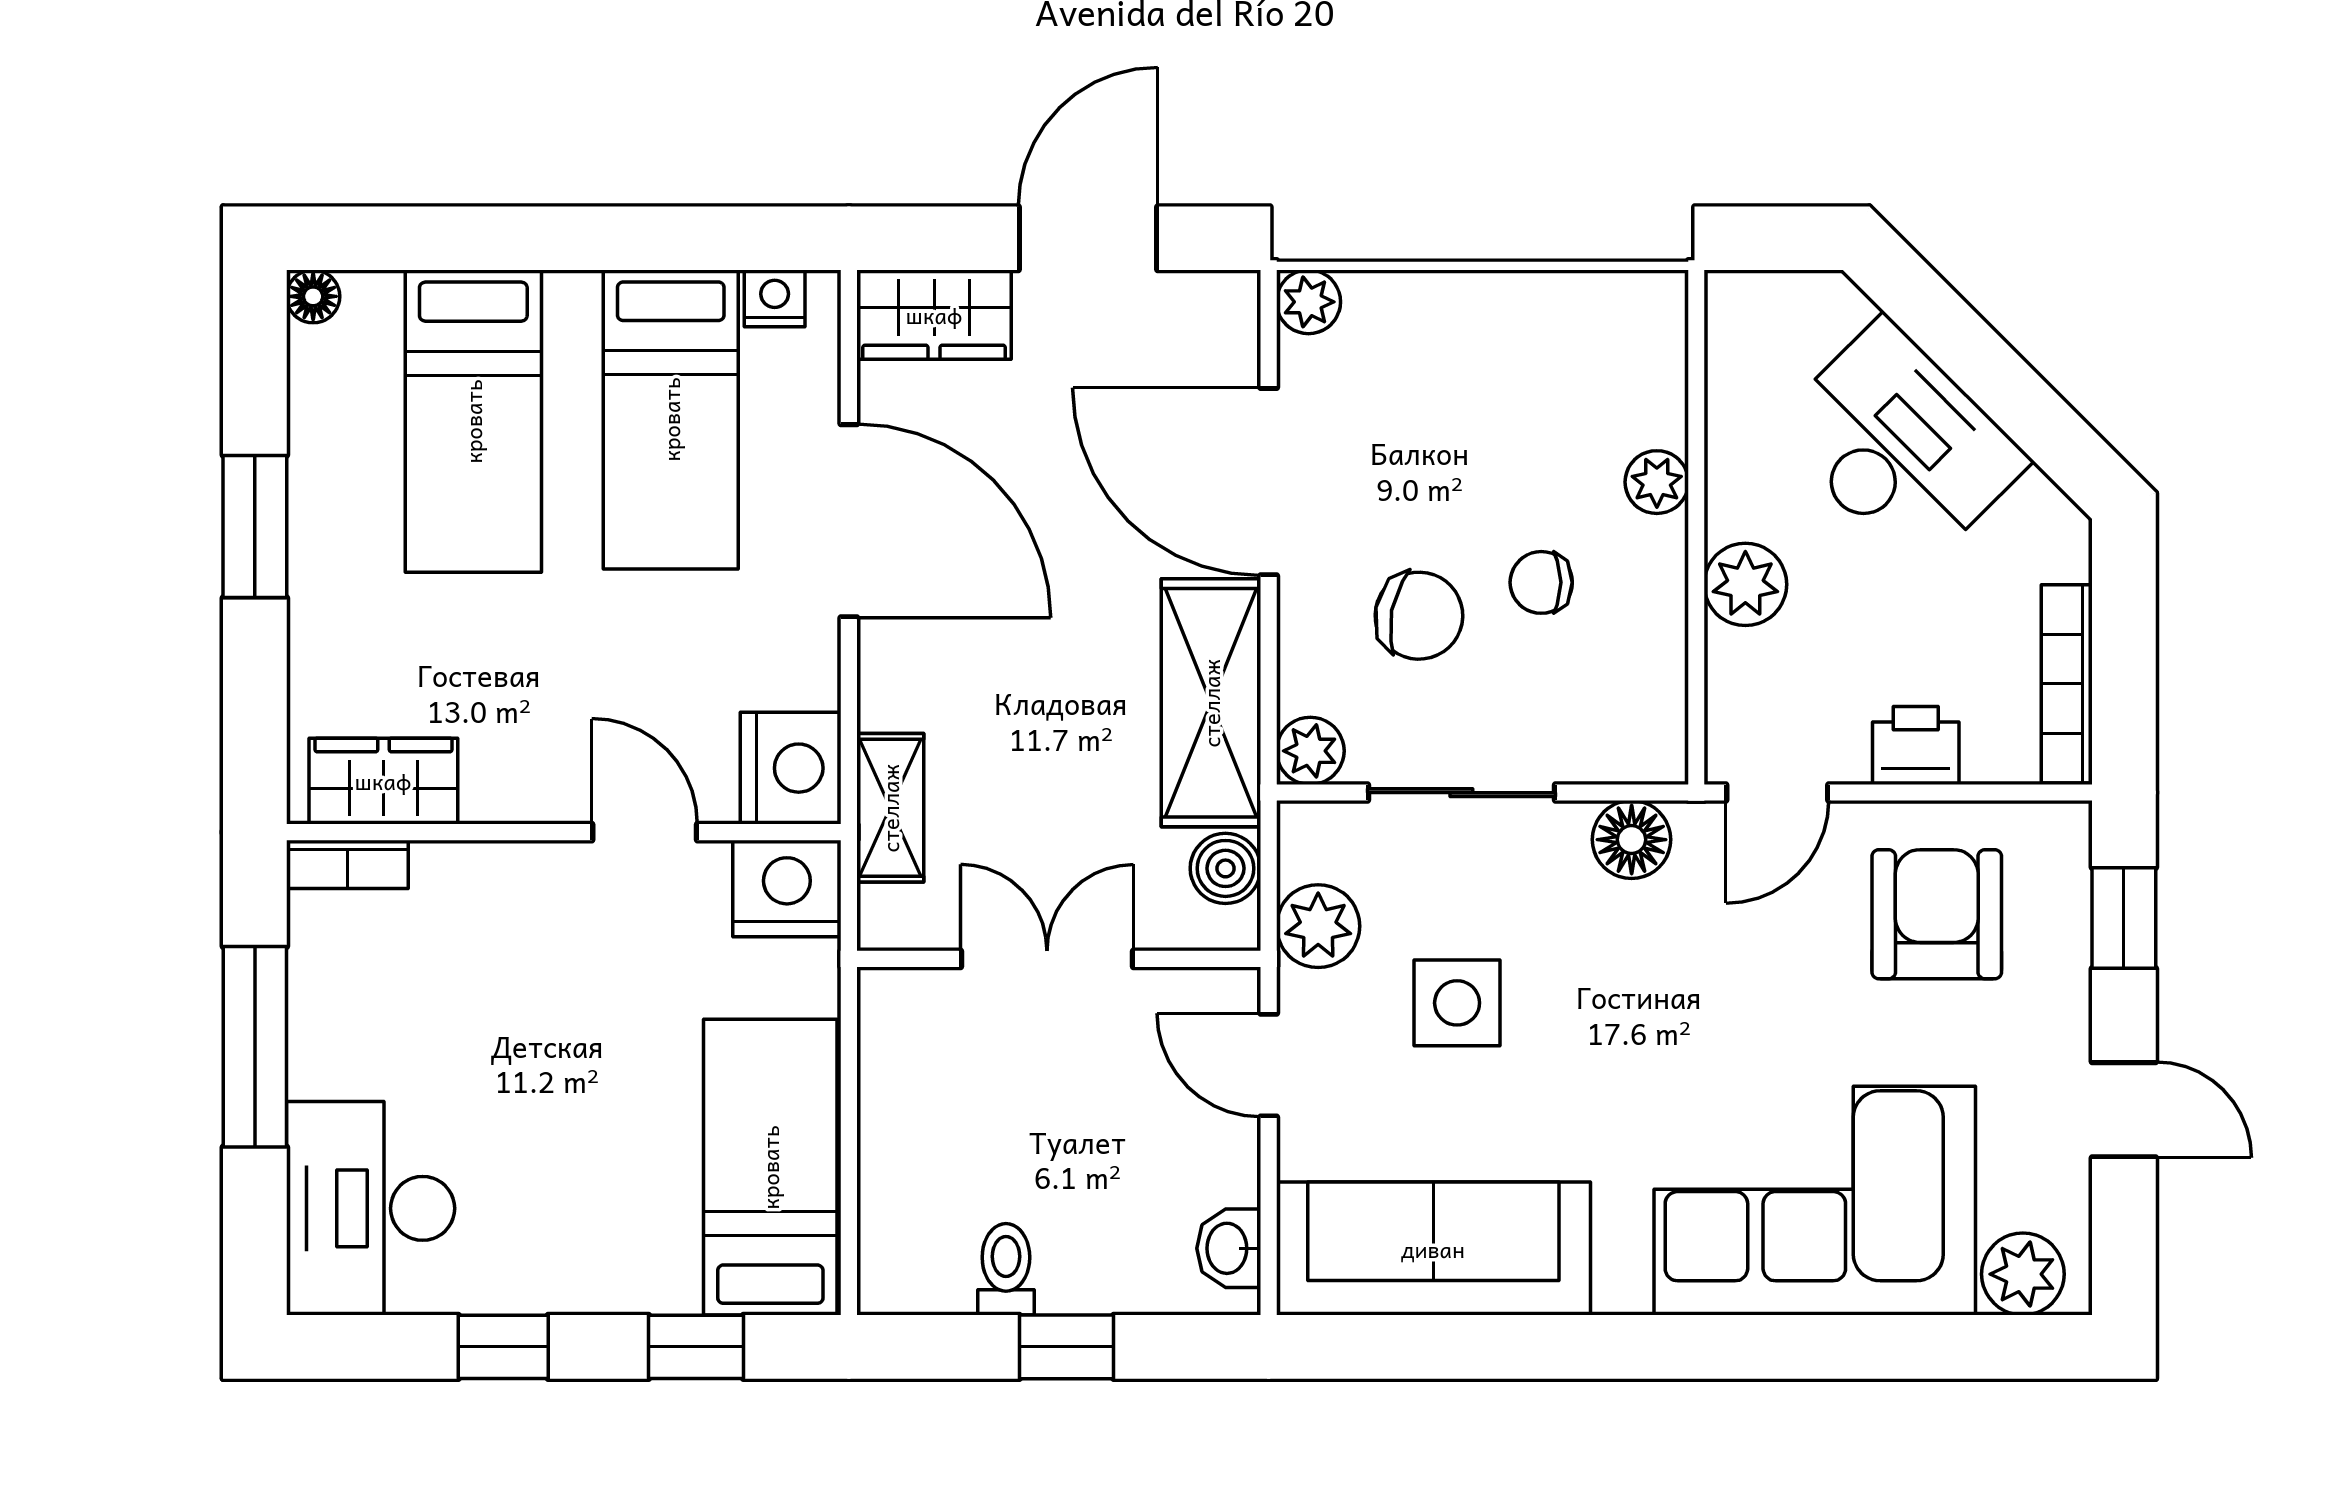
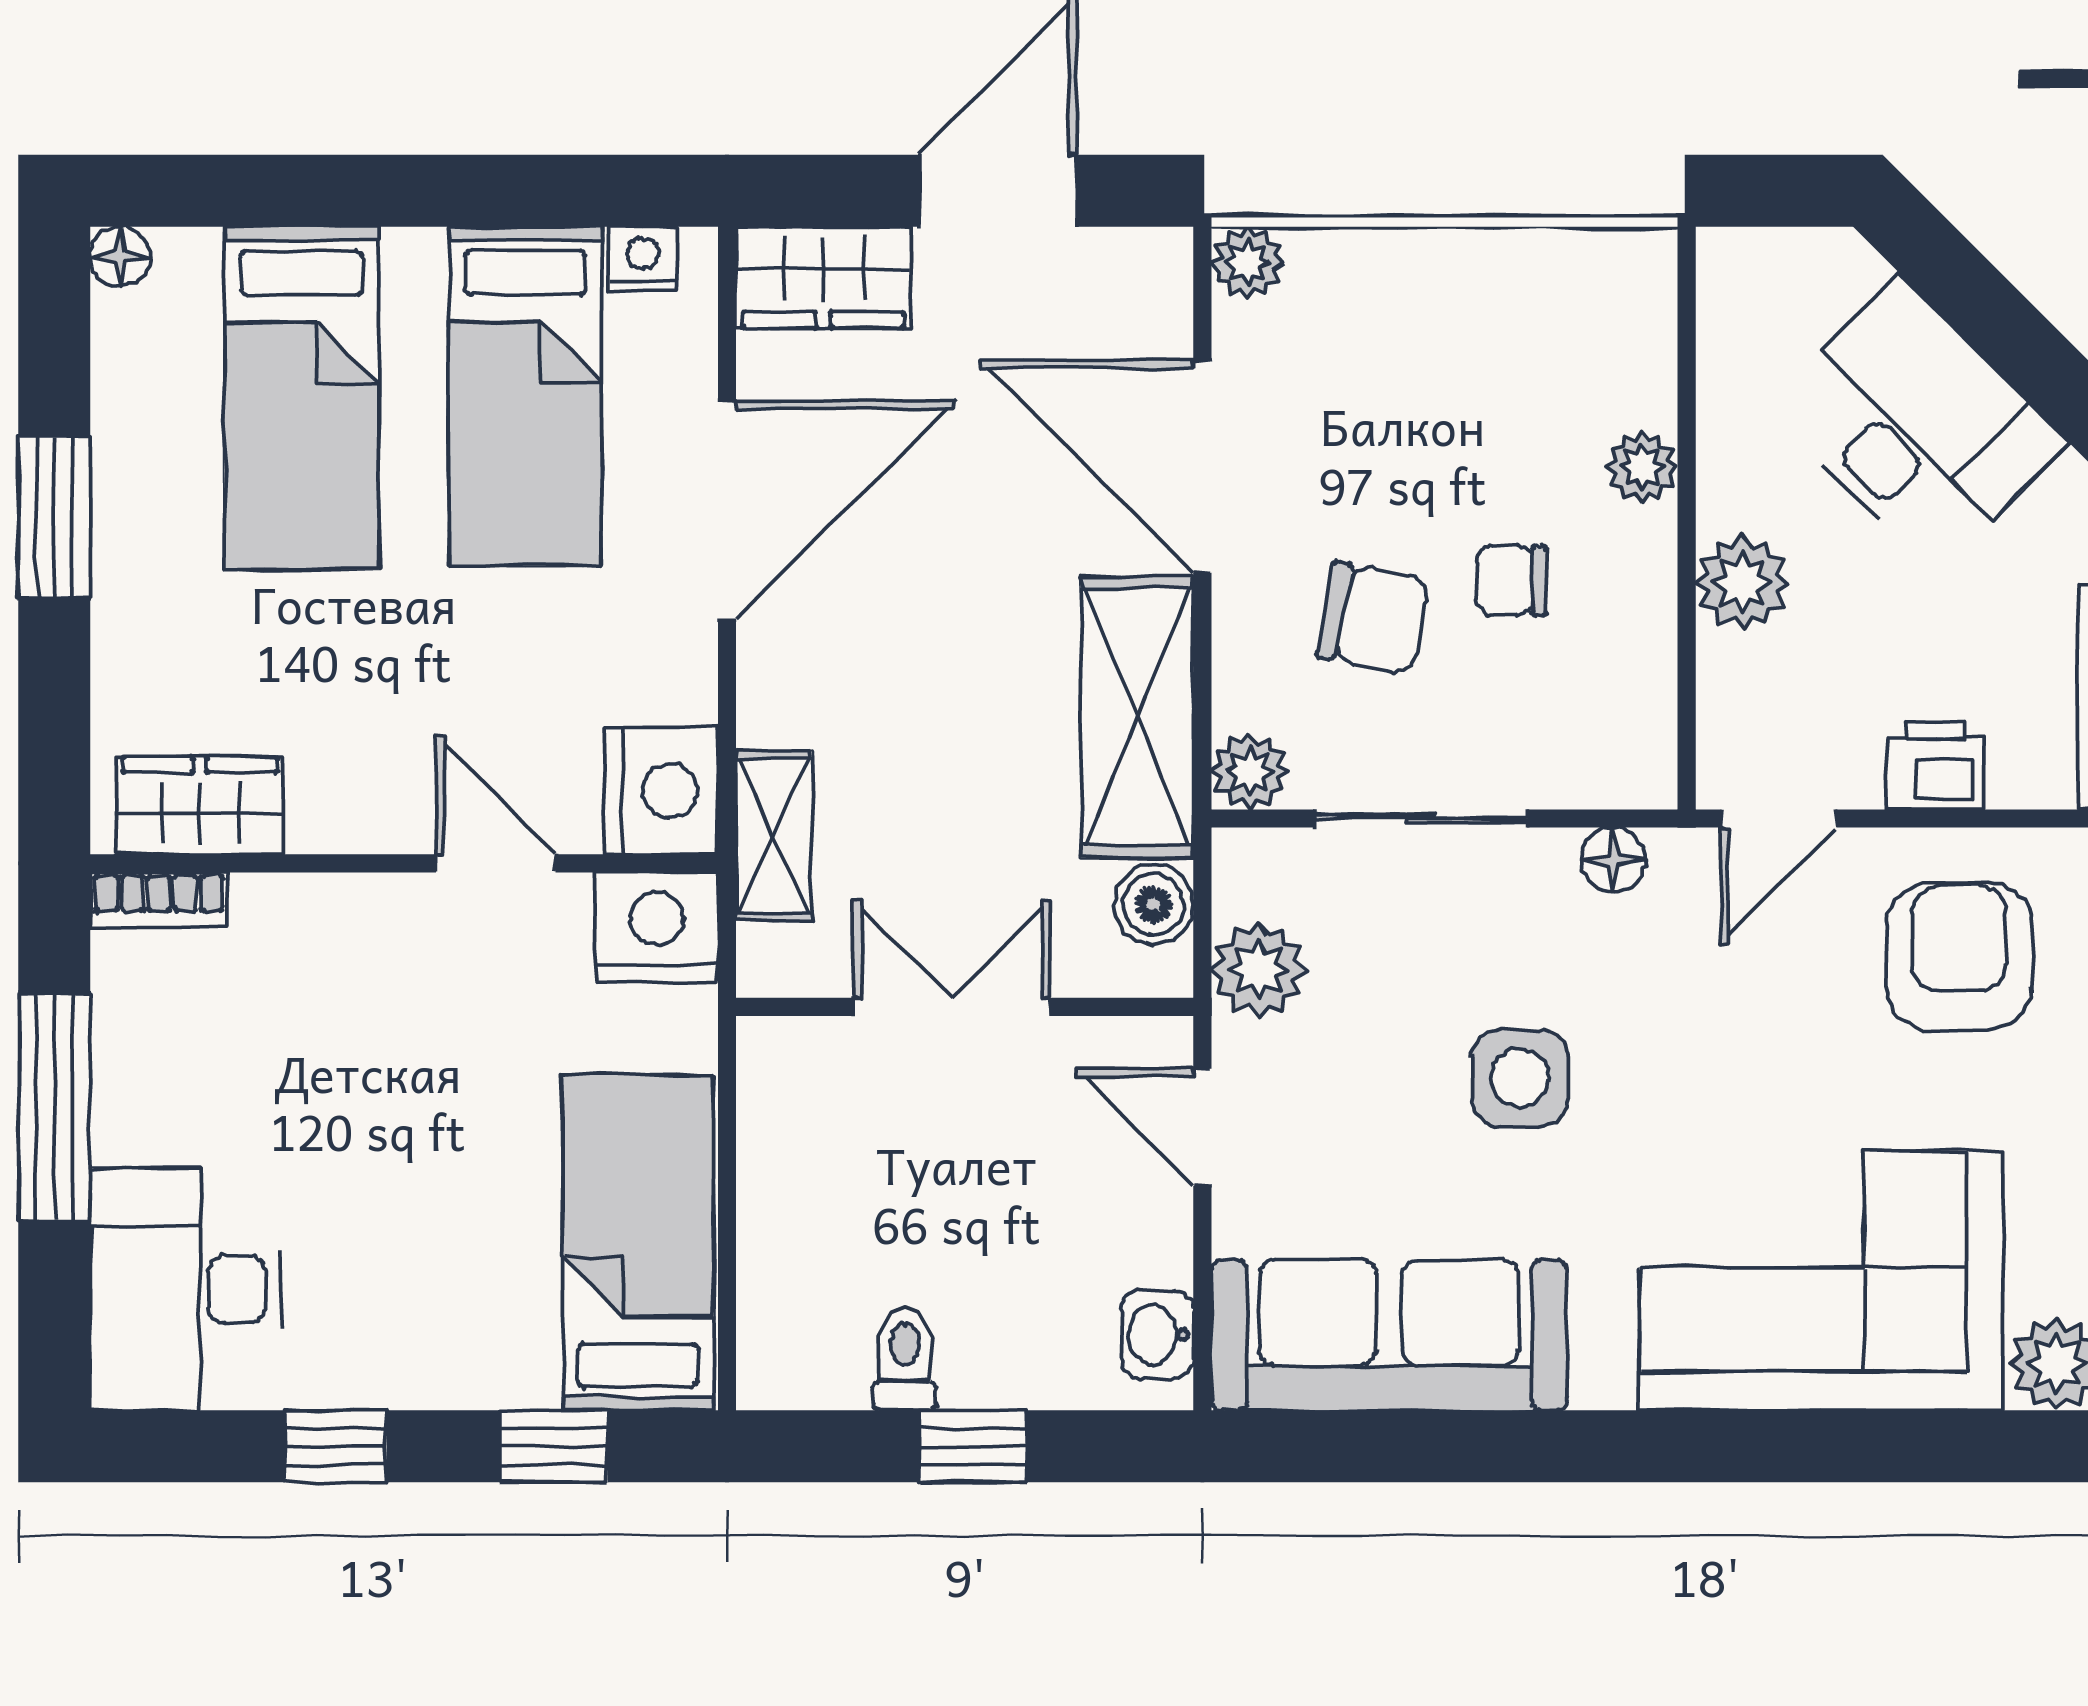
door: (849, 521) -> (727, 511), hinge flipped
floor lamp: (1632, 840) -> (1613, 860), width x0.73, depth x0.73
side table: (1457, 1003) -> (1520, 1078), moved

